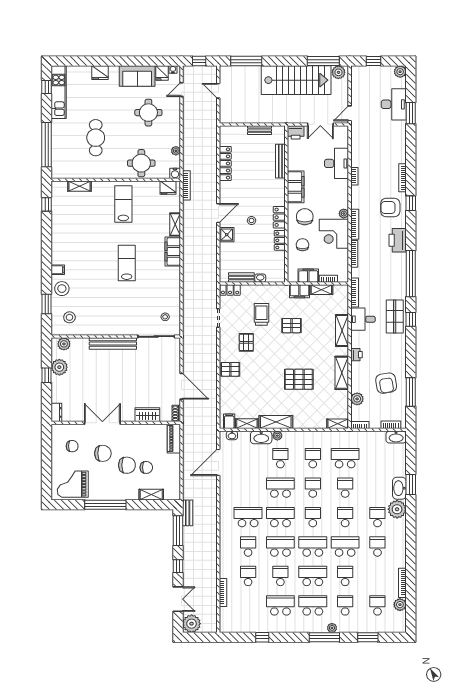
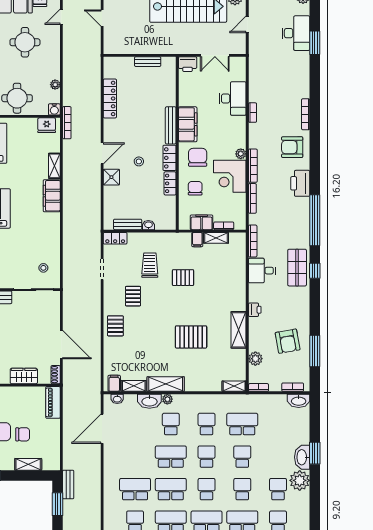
door: (350, 113) -> (247, 24), moved
bench: (280, 161) -> (171, 125), moved
window: (411, 203) -> (315, 143), removed
filing cabinet: (299, 291) -> (197, 240), width x0.50
shelving: (342, 331) -> (239, 283), removed
pallet: (230, 369) -> (115, 326), turned 90
window: (178, 531) -> (58, 504), width x0.69

